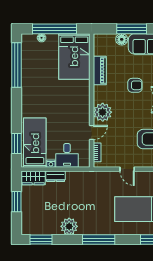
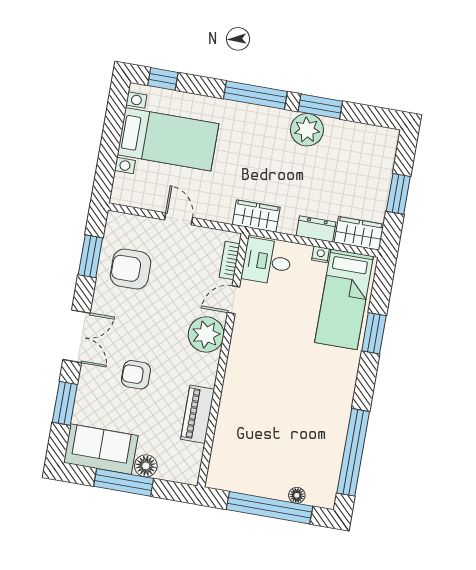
bed: (74, 56) -> (241, 449), removed
window: (16, 144) -> (374, 333), moved
desk: (67, 155) -> (267, 262), moved, turned -90
wardrobe: (87, 178) -> (256, 216), added
window: (41, 240) -> (320, 106), moved

